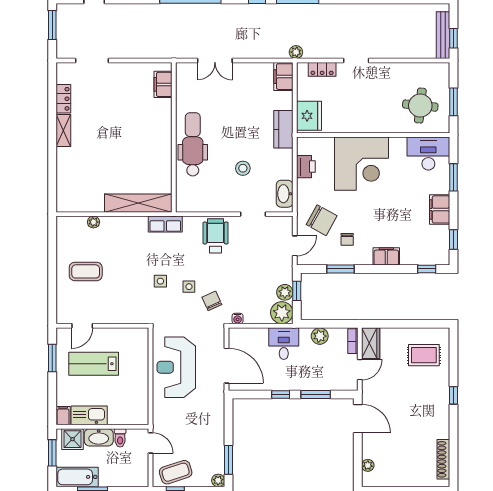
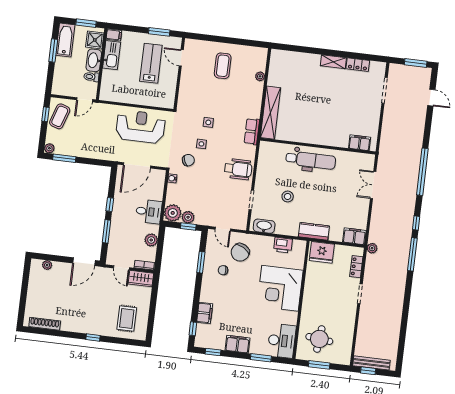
filing cabinet: (386, 256) -> (205, 313), moved
coffee table: (176, 472) -> (60, 116), turned 36

